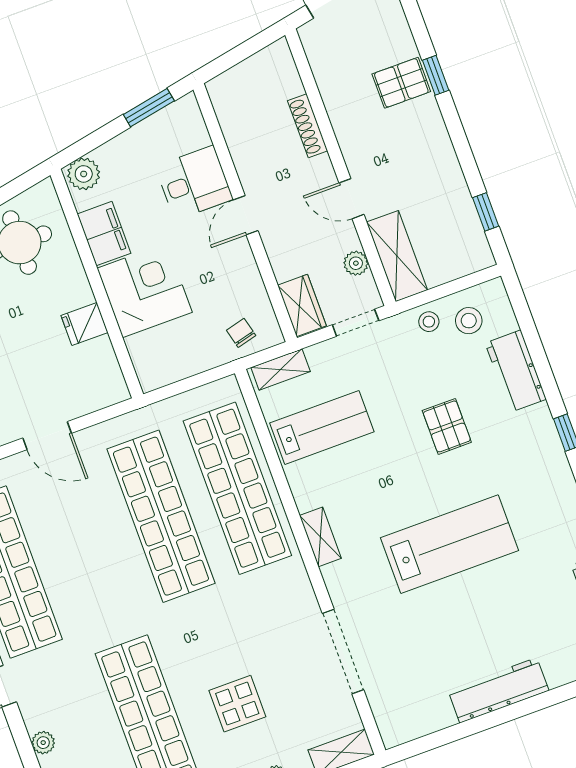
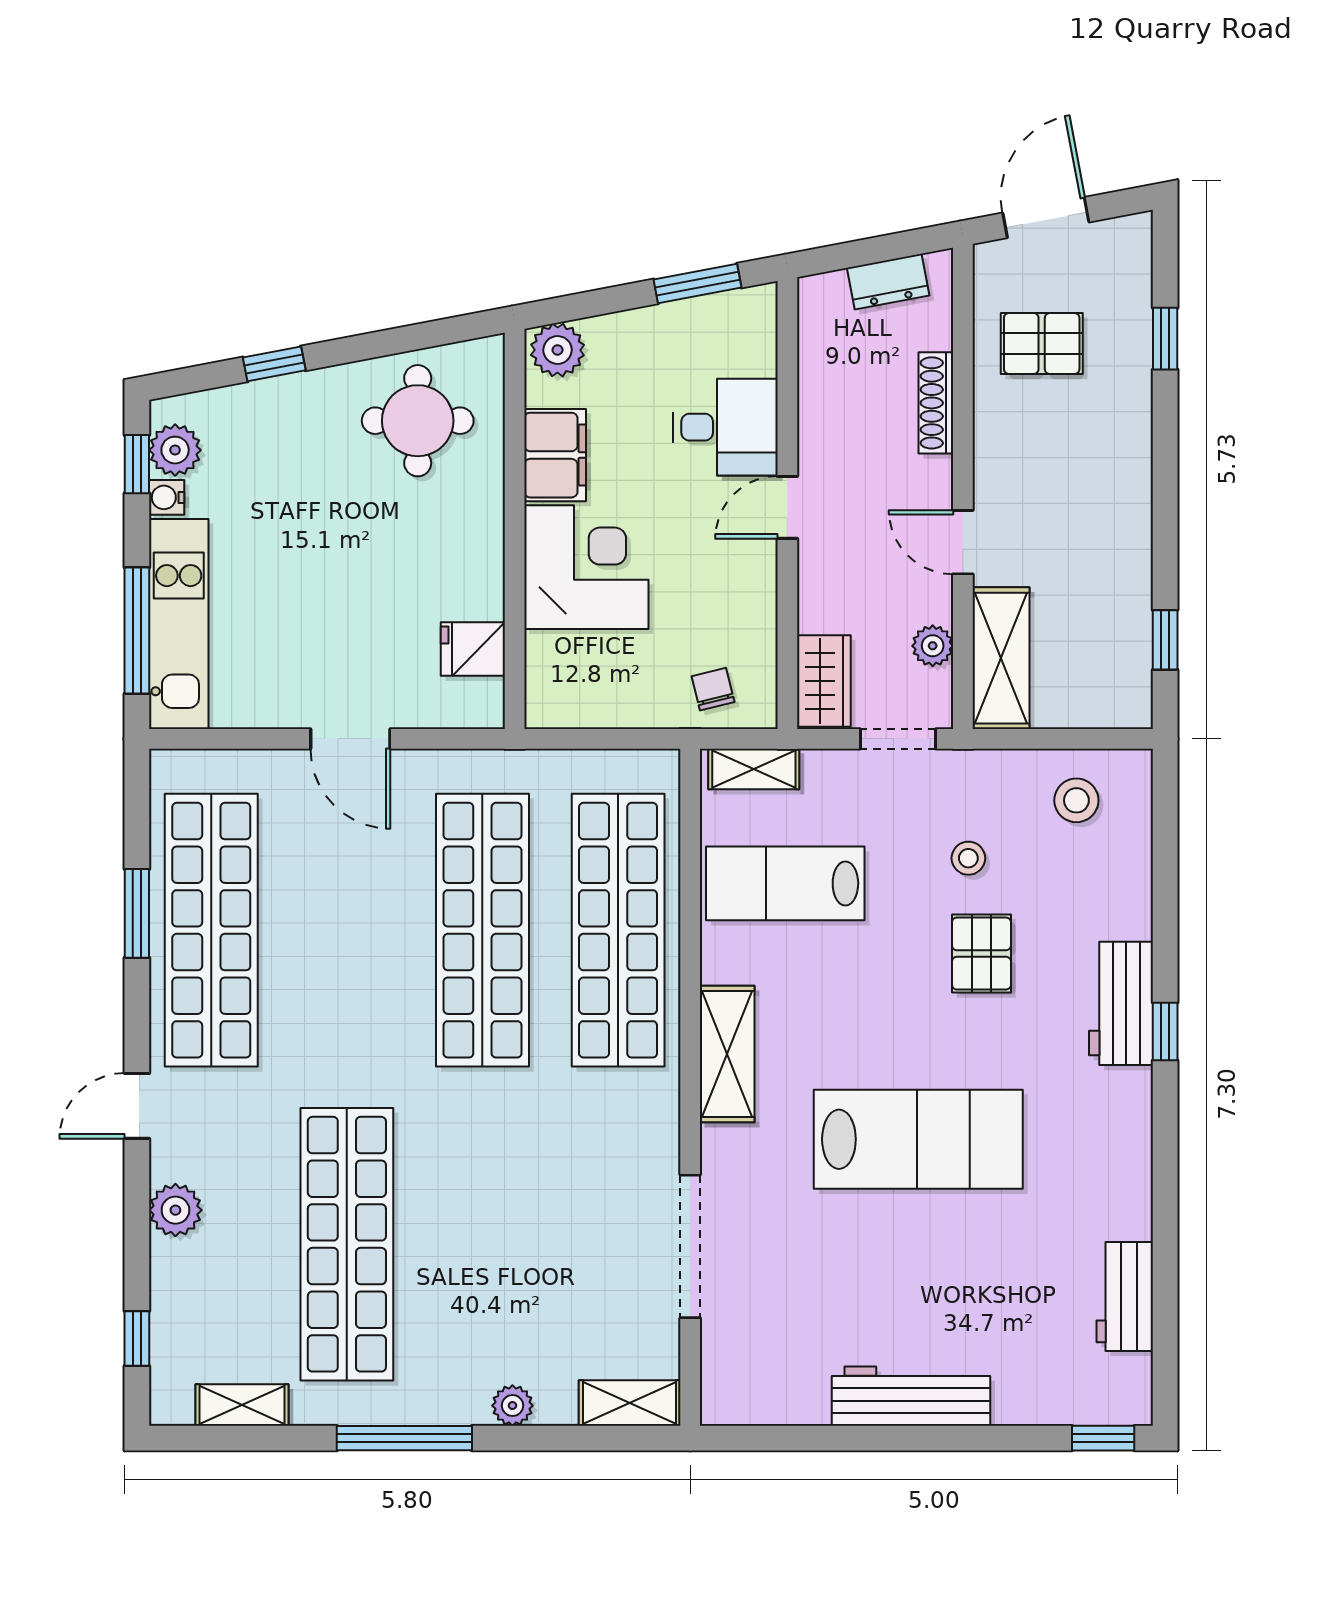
dresser: (256, 67) -> (888, 282), added
window: (436, 75) -> (1165, 339), moved
pallet: (401, 83) -> (1042, 343), moved
stool: (429, 322) -> (968, 858), moved
fridge: (84, 324) -> (473, 649), moved
workbench: (516, 371) -> (1121, 1003), moved
lab bench: (322, 427) -> (785, 883), turned 180
shelving: (320, 537) -> (727, 1054), width x1.50, depth x1.33
display table: (237, 704) -> (495, 1267), removed
plant: (43, 743) -> (175, 1210), width x1.38, depth x1.38

